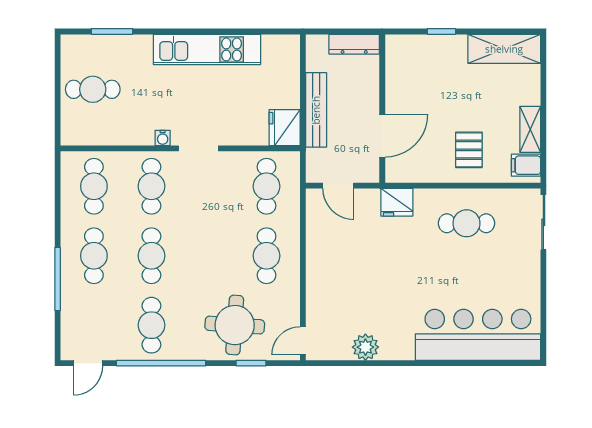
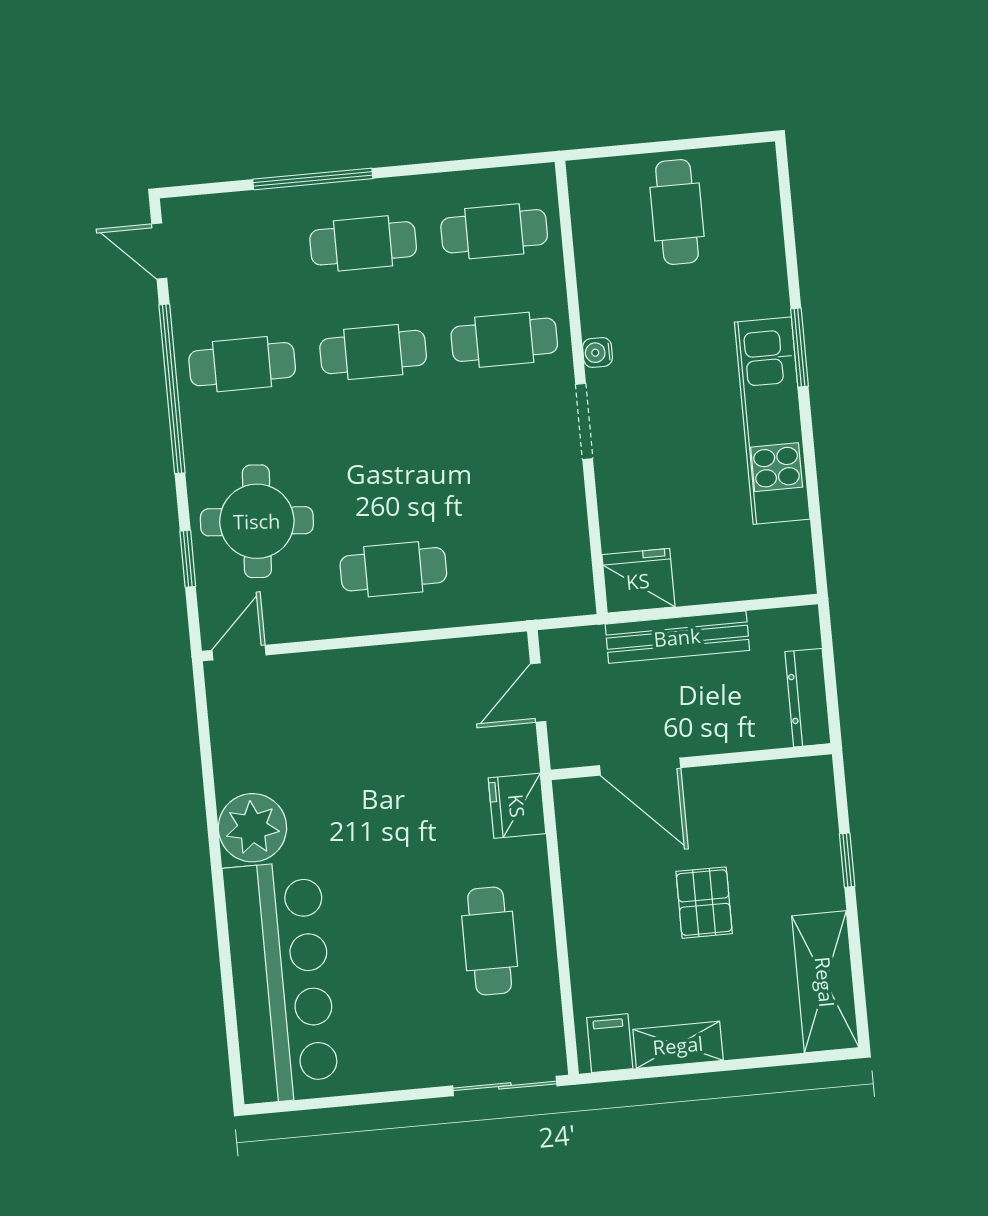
window: (112, 32) -> (800, 348), moved
pallet: (469, 150) -> (704, 903), moved, turned 90
cafe table: (267, 186) -> (524, 557), removed
door: (303, 341) -> (239, 653), hinge flipped
plant: (365, 347) -> (252, 828), moved, width x1.36, depth x1.36

